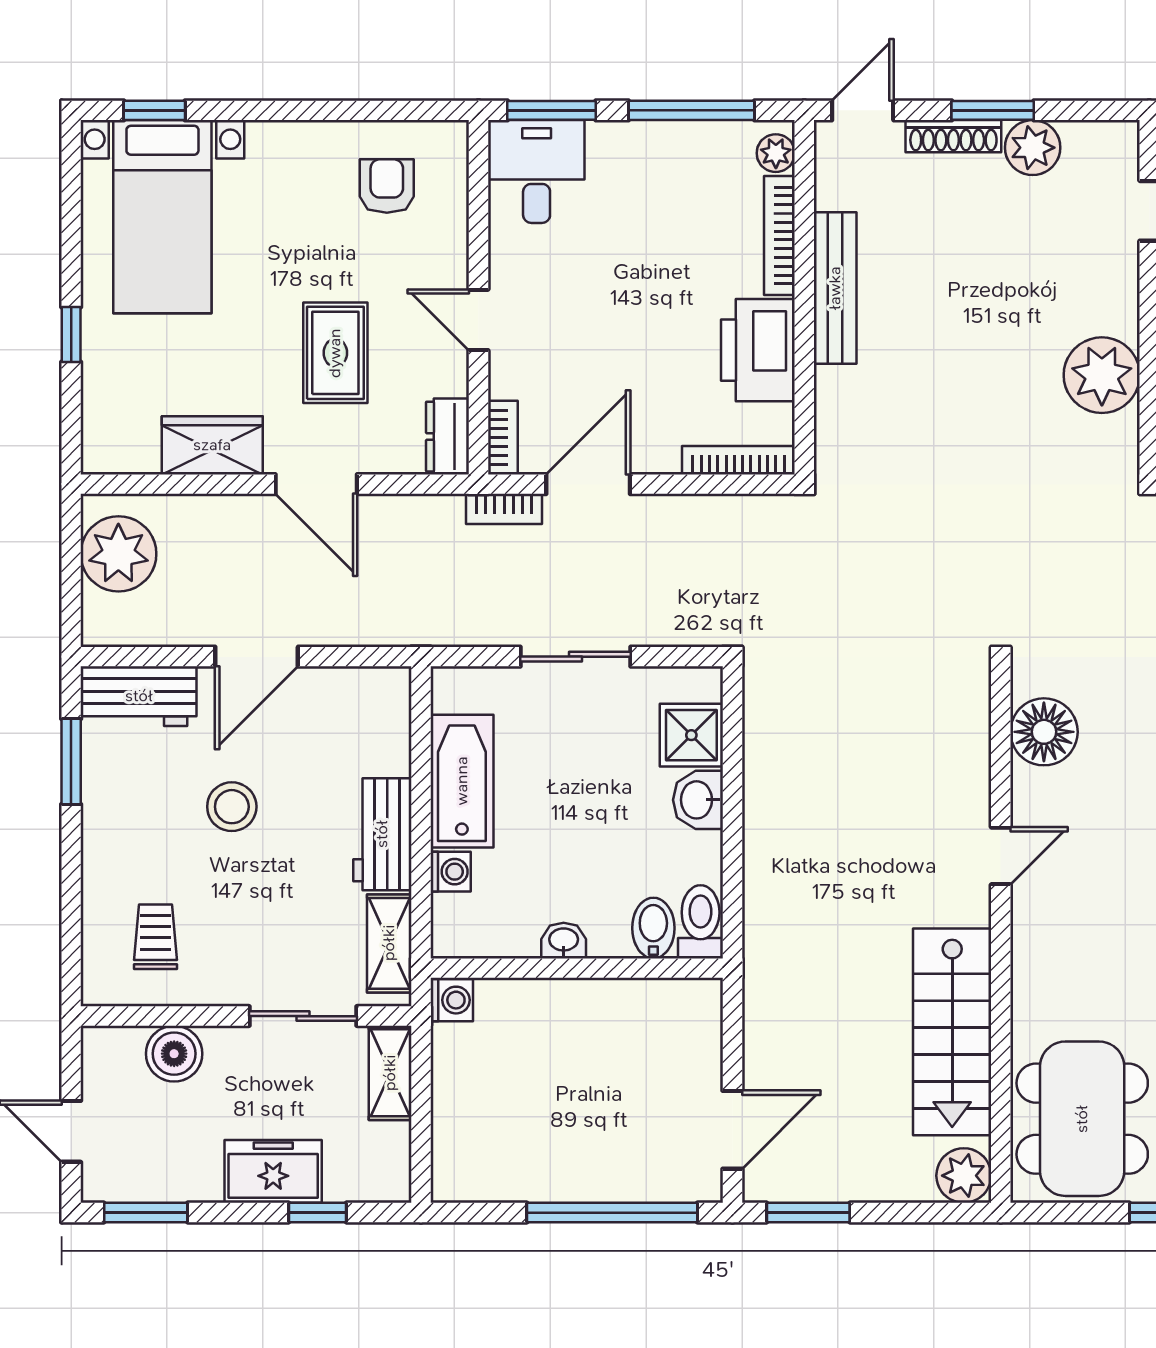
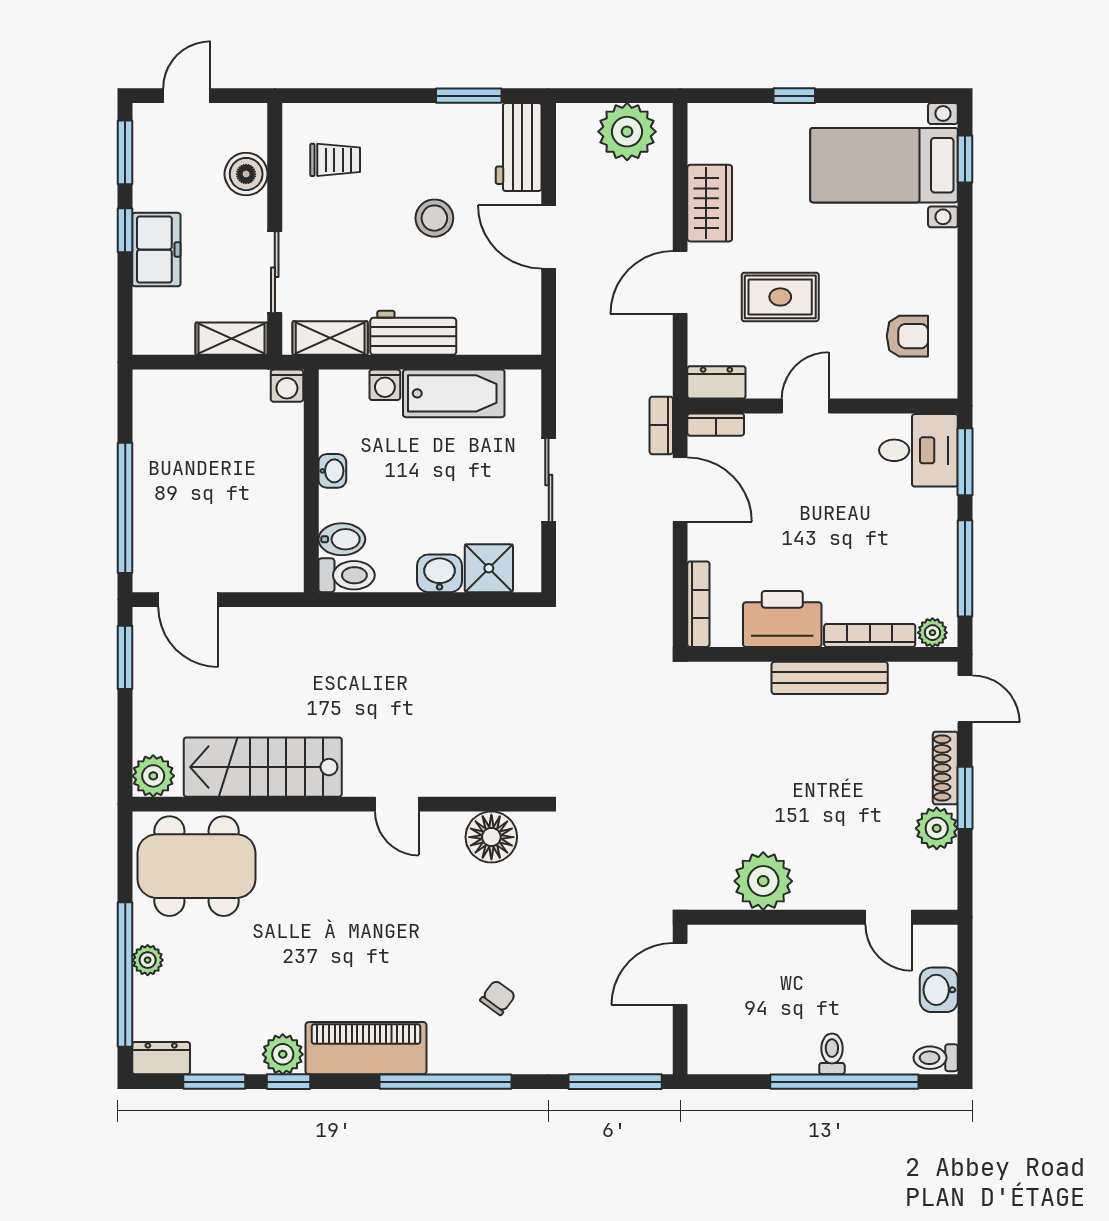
window: (318, 1213) -> (125, 230), moved

